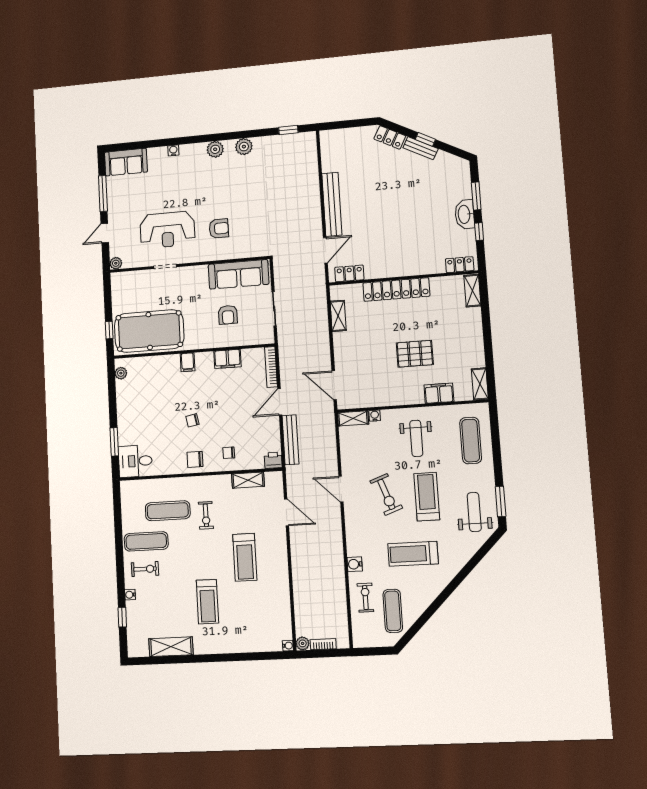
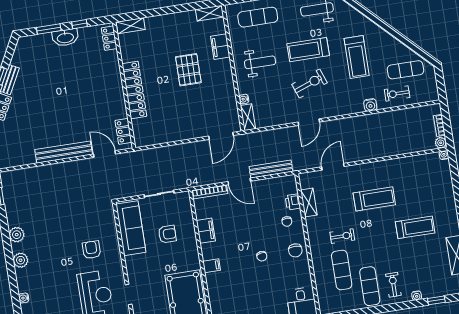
shelving: (338, 316) -> (161, 138), removed
printer: (273, 460) -> (293, 202), moved

